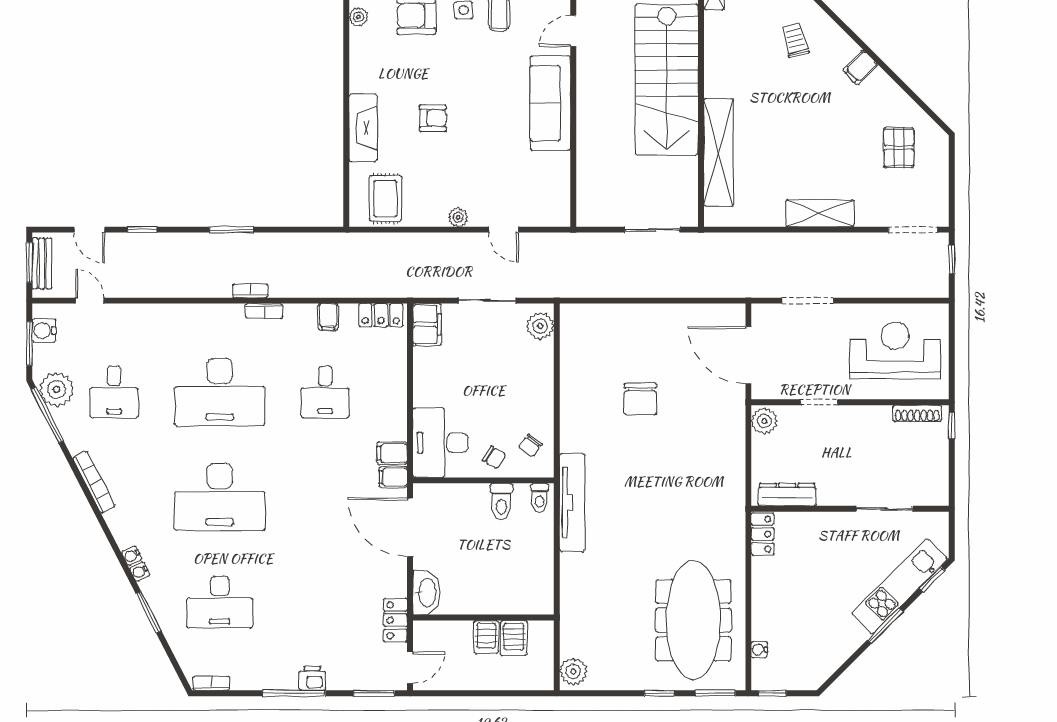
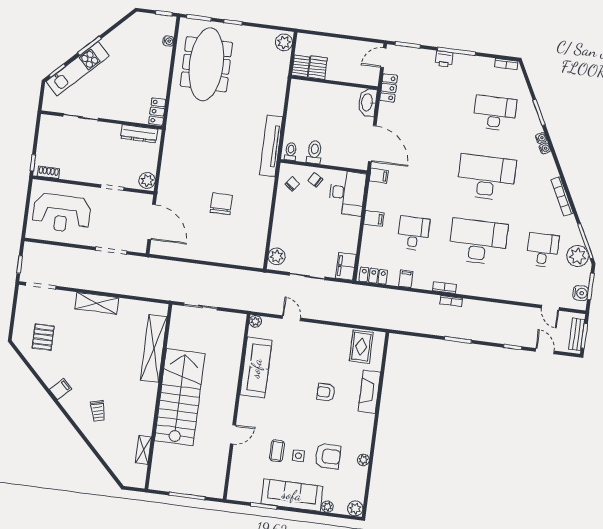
sofa: (550, 103) -> (256, 368), moved
plant: (458, 217) -> (255, 321), moved
shoe rack: (917, 413) -> (48, 172), width x0.70
filing cabinet: (392, 453) -> (374, 218), moved
server rack: (486, 637) -> (301, 66), moved

